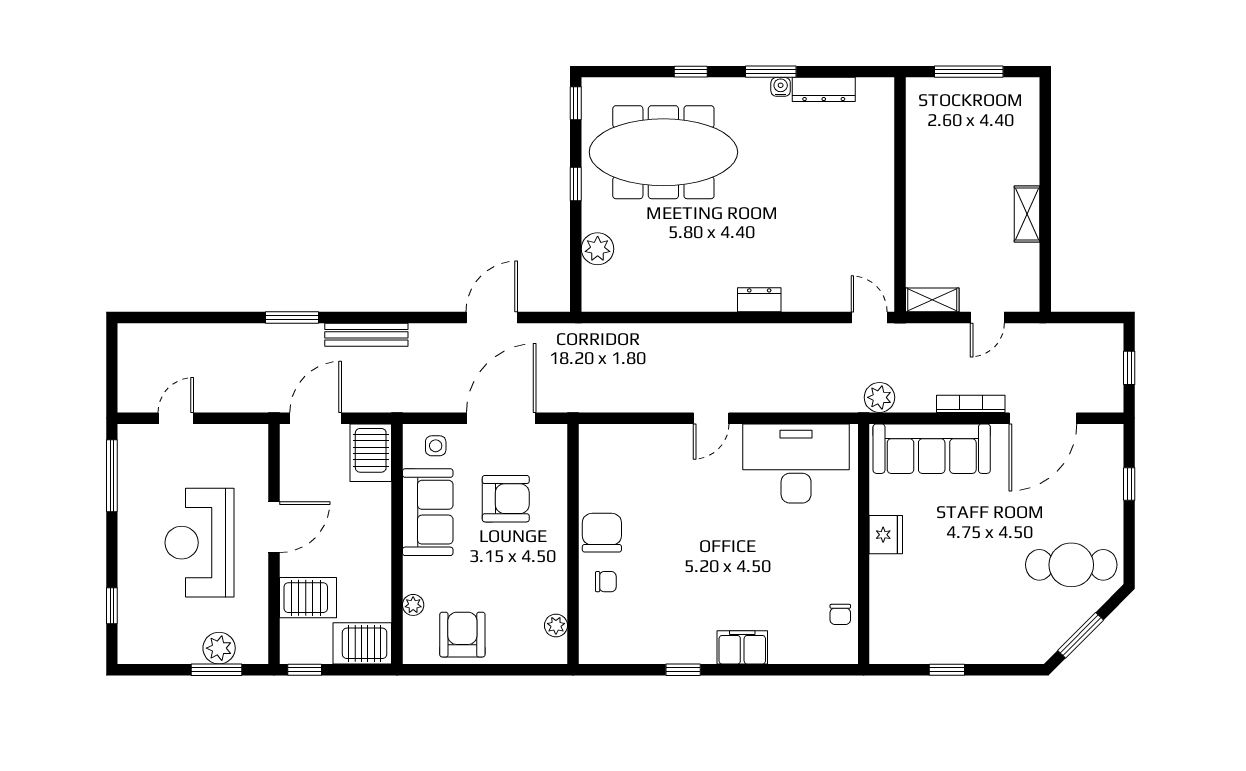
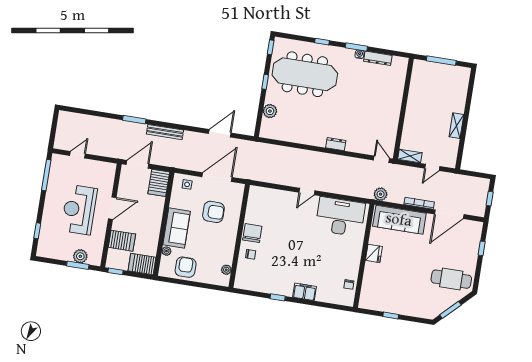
sofa: (428, 512) -> (177, 228), moved

